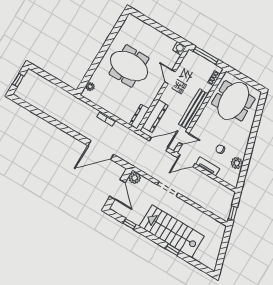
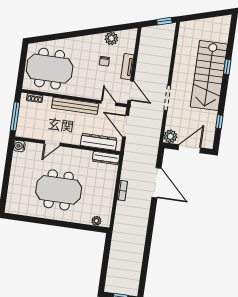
meeting table: (129, 66) -> (59, 190), turned 90

